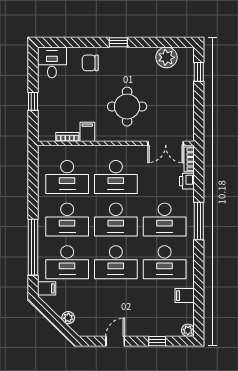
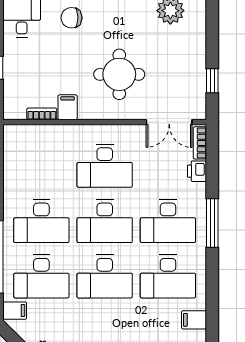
window: (199, 72) -> (212, 81), moved
desk: (67, 177) -> (41, 166), removed

